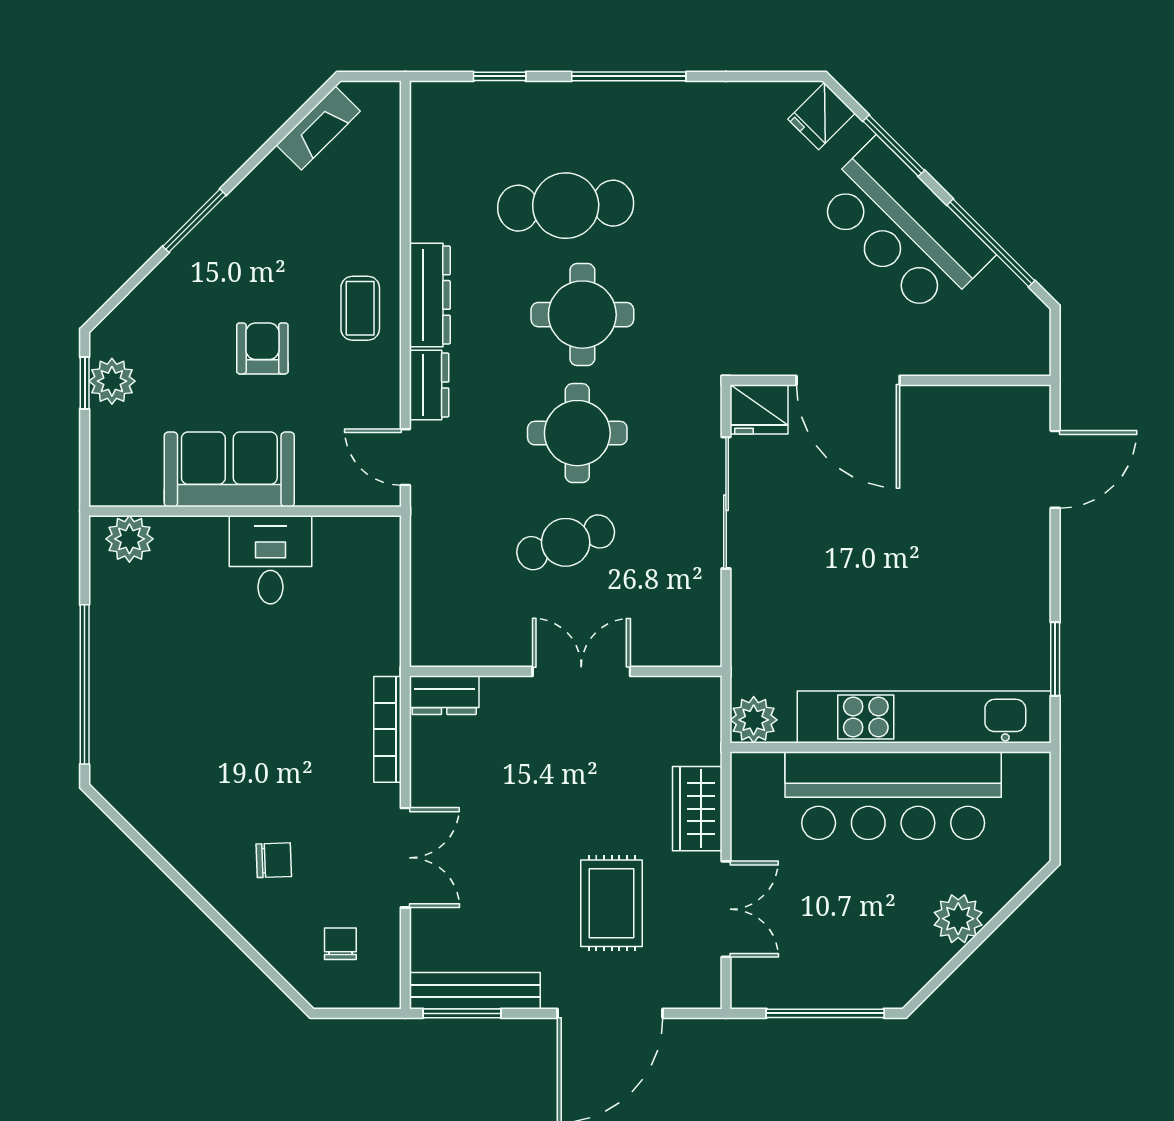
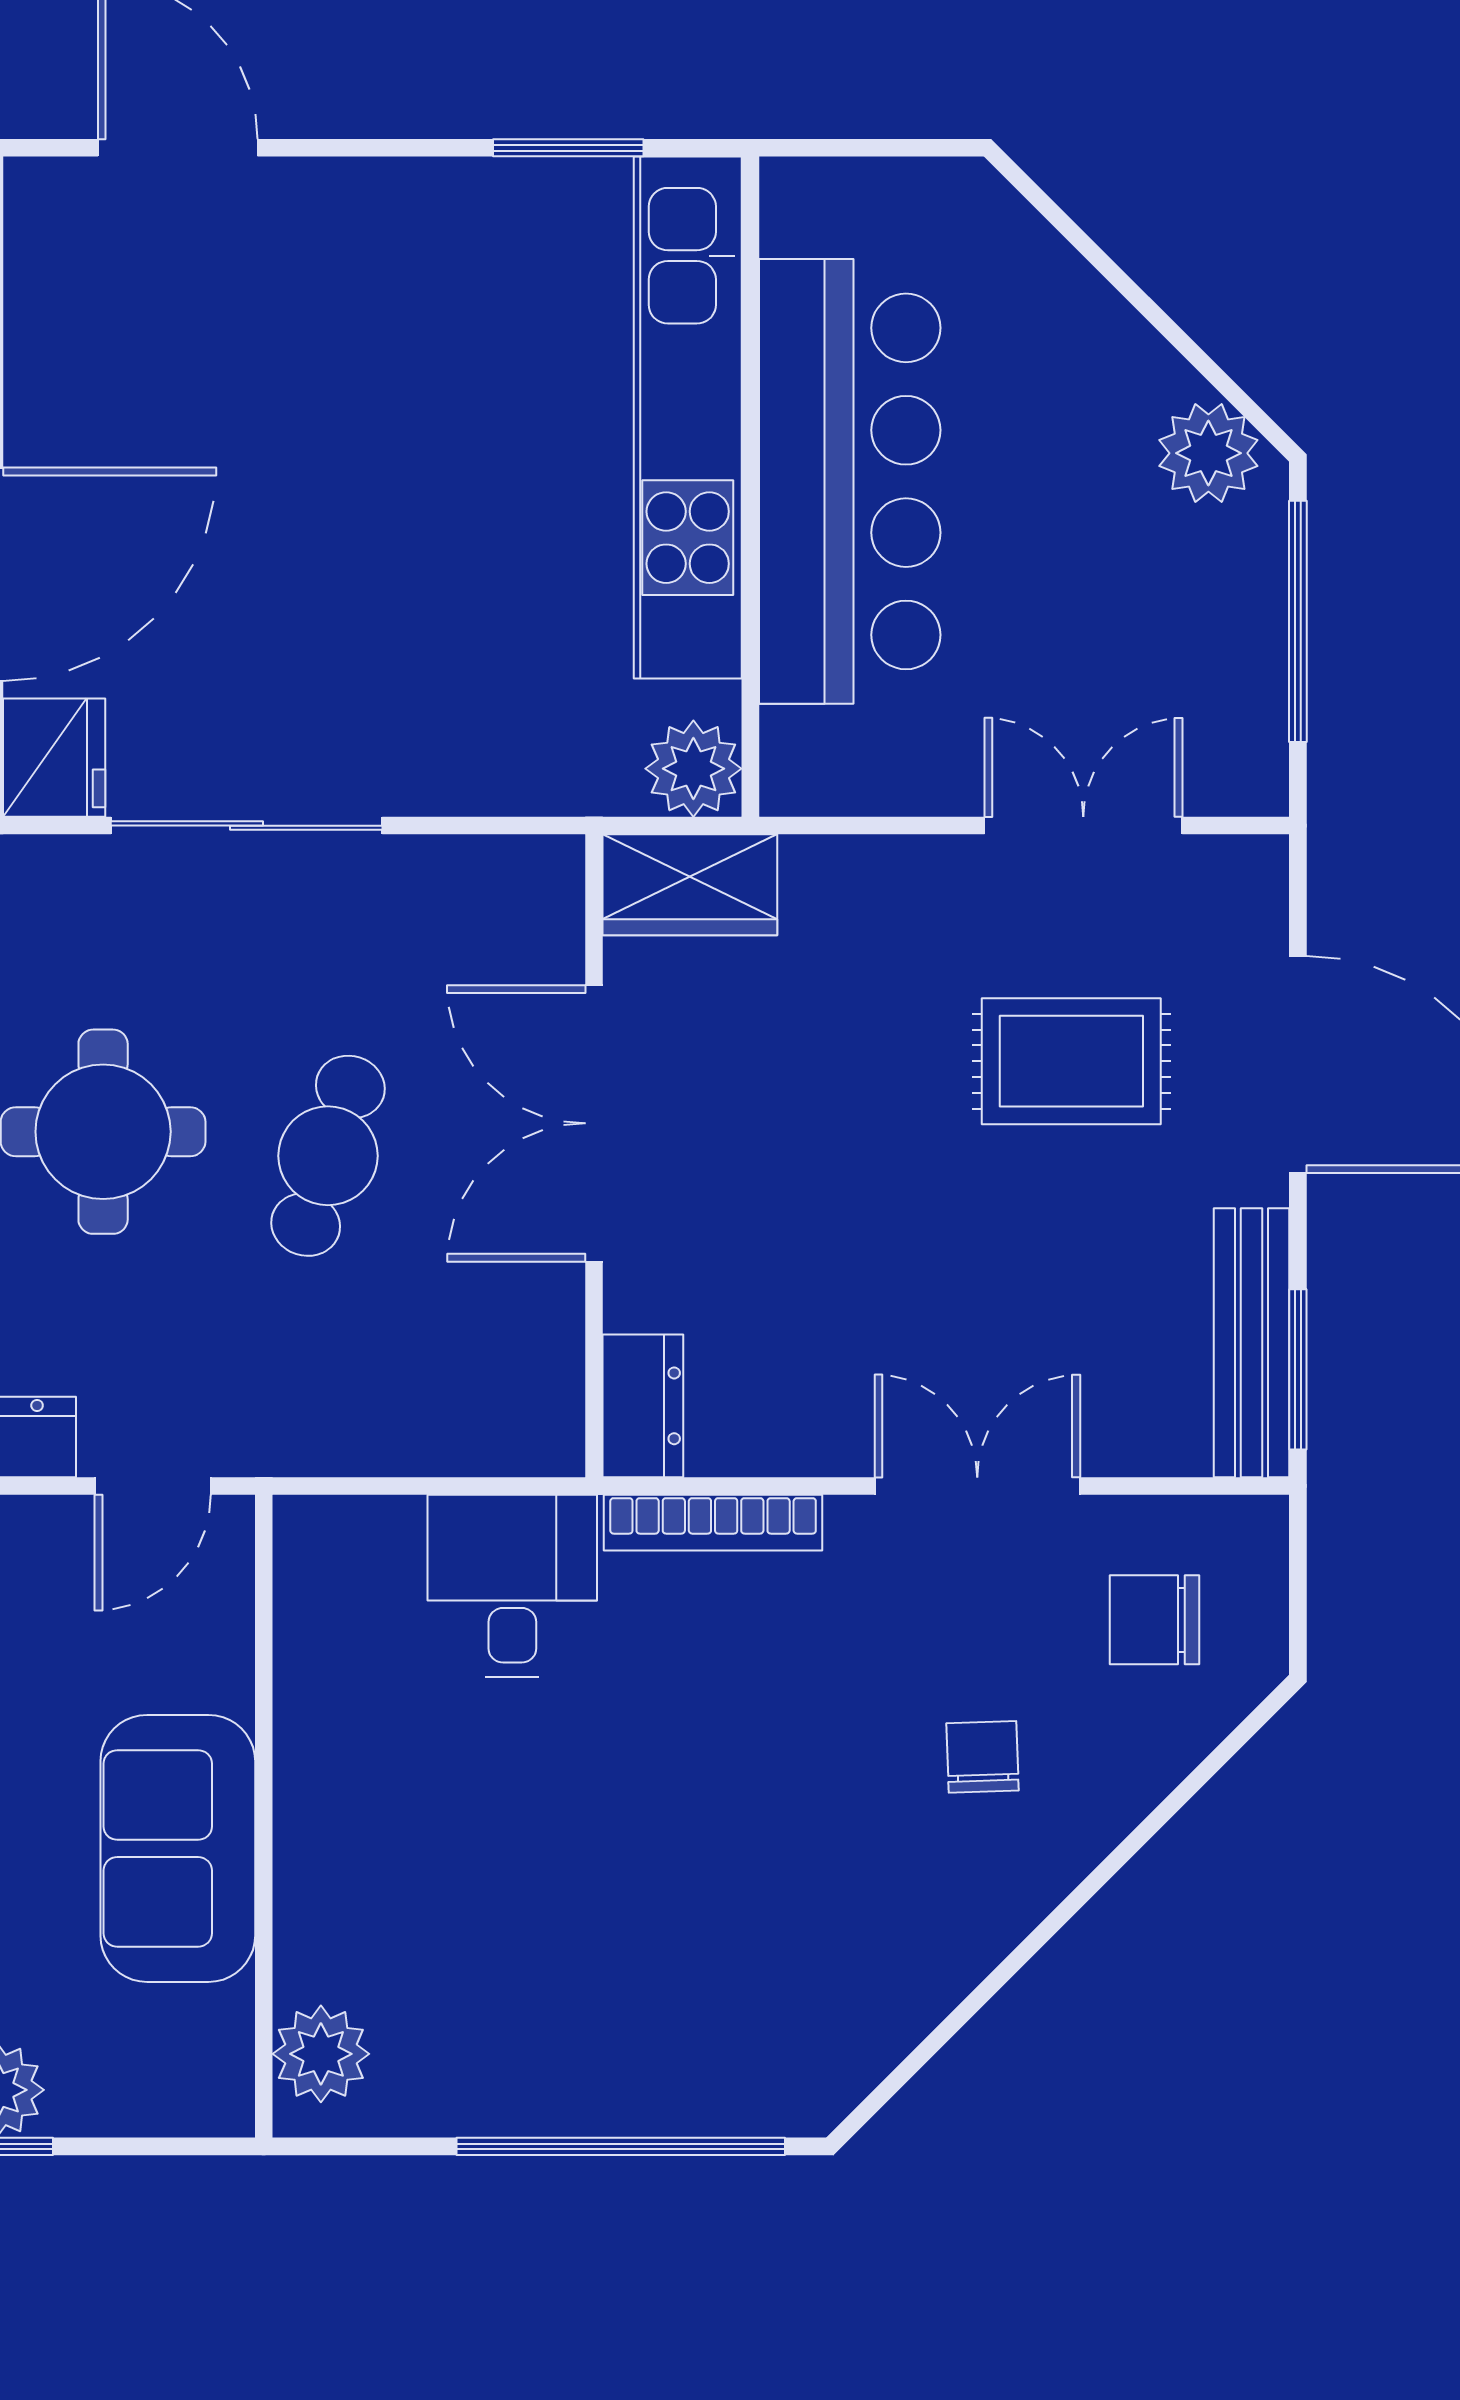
cafe table: (566, 542) -> (328, 1156), turned 36
desk: (270, 560) -> (512, 1586), moved, turned 90
double door: (581, 671) -> (594, 1123), width x1.37
wardrobe: (697, 809) -> (690, 885), moved
plant: (958, 919) -> (1208, 453), moved
chair: (340, 944) -> (1155, 1620), width x1.37, depth x1.37

